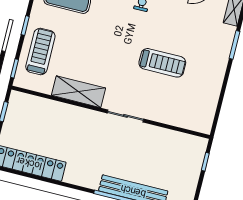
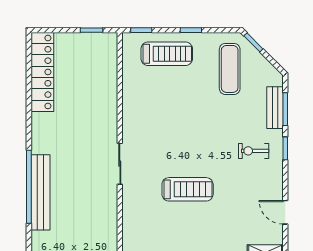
treadmill: (162, 63) -> (188, 189), turned -90
shelving: (79, 92) -> (133, 106), removed

